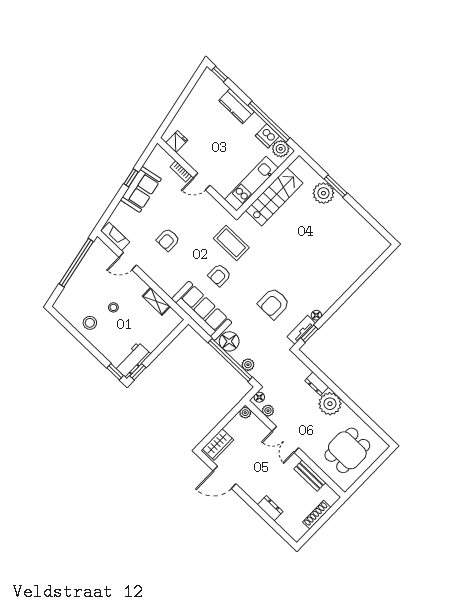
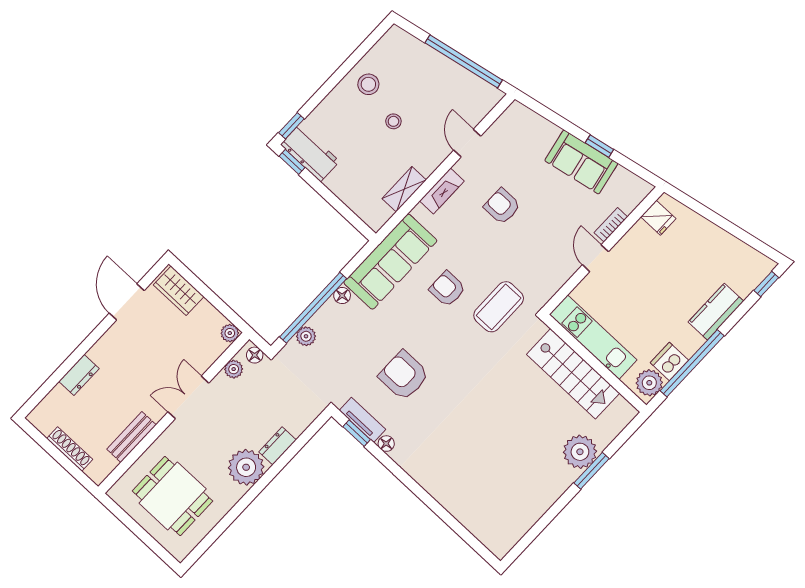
fireplace: (115, 237) -> (442, 191), moved
floor lamp: (229, 341) -> (342, 296), width x0.53, depth x0.53

